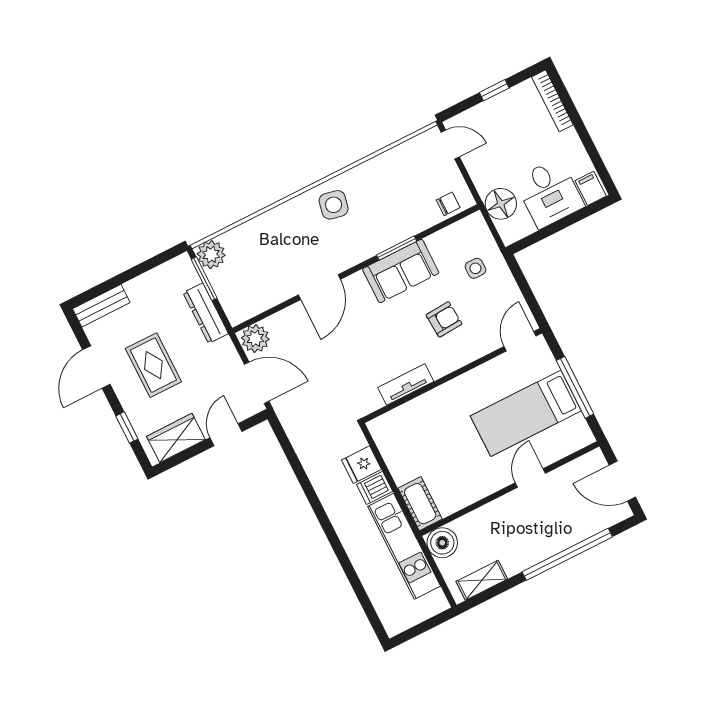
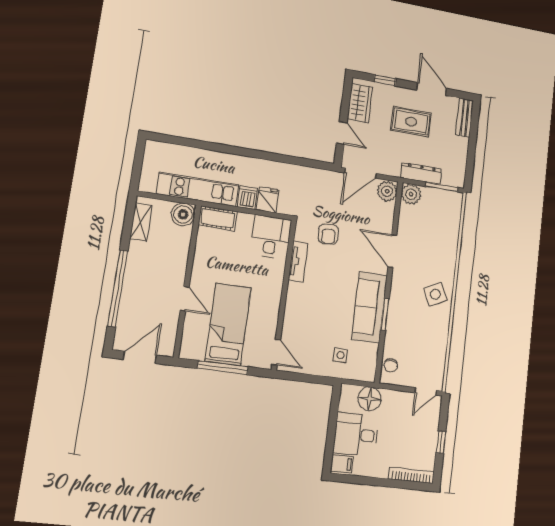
side table: (334, 205) -> (435, 294), turned -37
plant: (211, 255) -> (411, 194), moved
sofa: (401, 271) -> (369, 307), width x1.36
armchair: (444, 319) -> (328, 234), moved
desk: (400, 433) -> (271, 237), added

